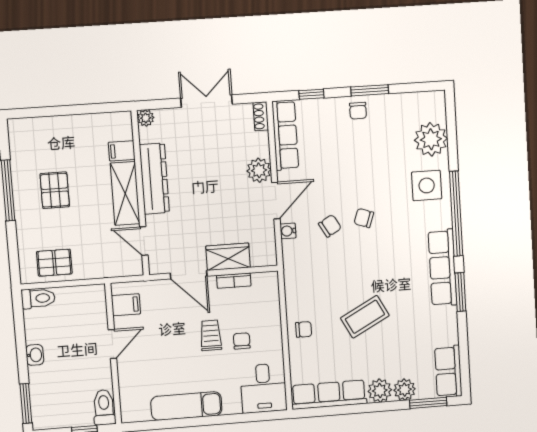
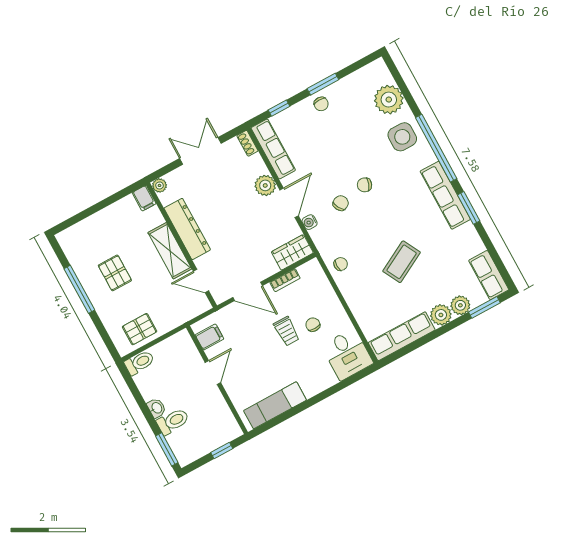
filing cabinet: (122, 151) -> (144, 198), moved, turned -90
wardrobe: (228, 257) -> (292, 252), moved
chair: (304, 329) -> (341, 264), moved
trolley: (211, 335) -> (287, 331), turned 180
exam couch: (186, 406) -> (275, 405), moved
toilet: (104, 407) -> (173, 421), moved, turned 90

